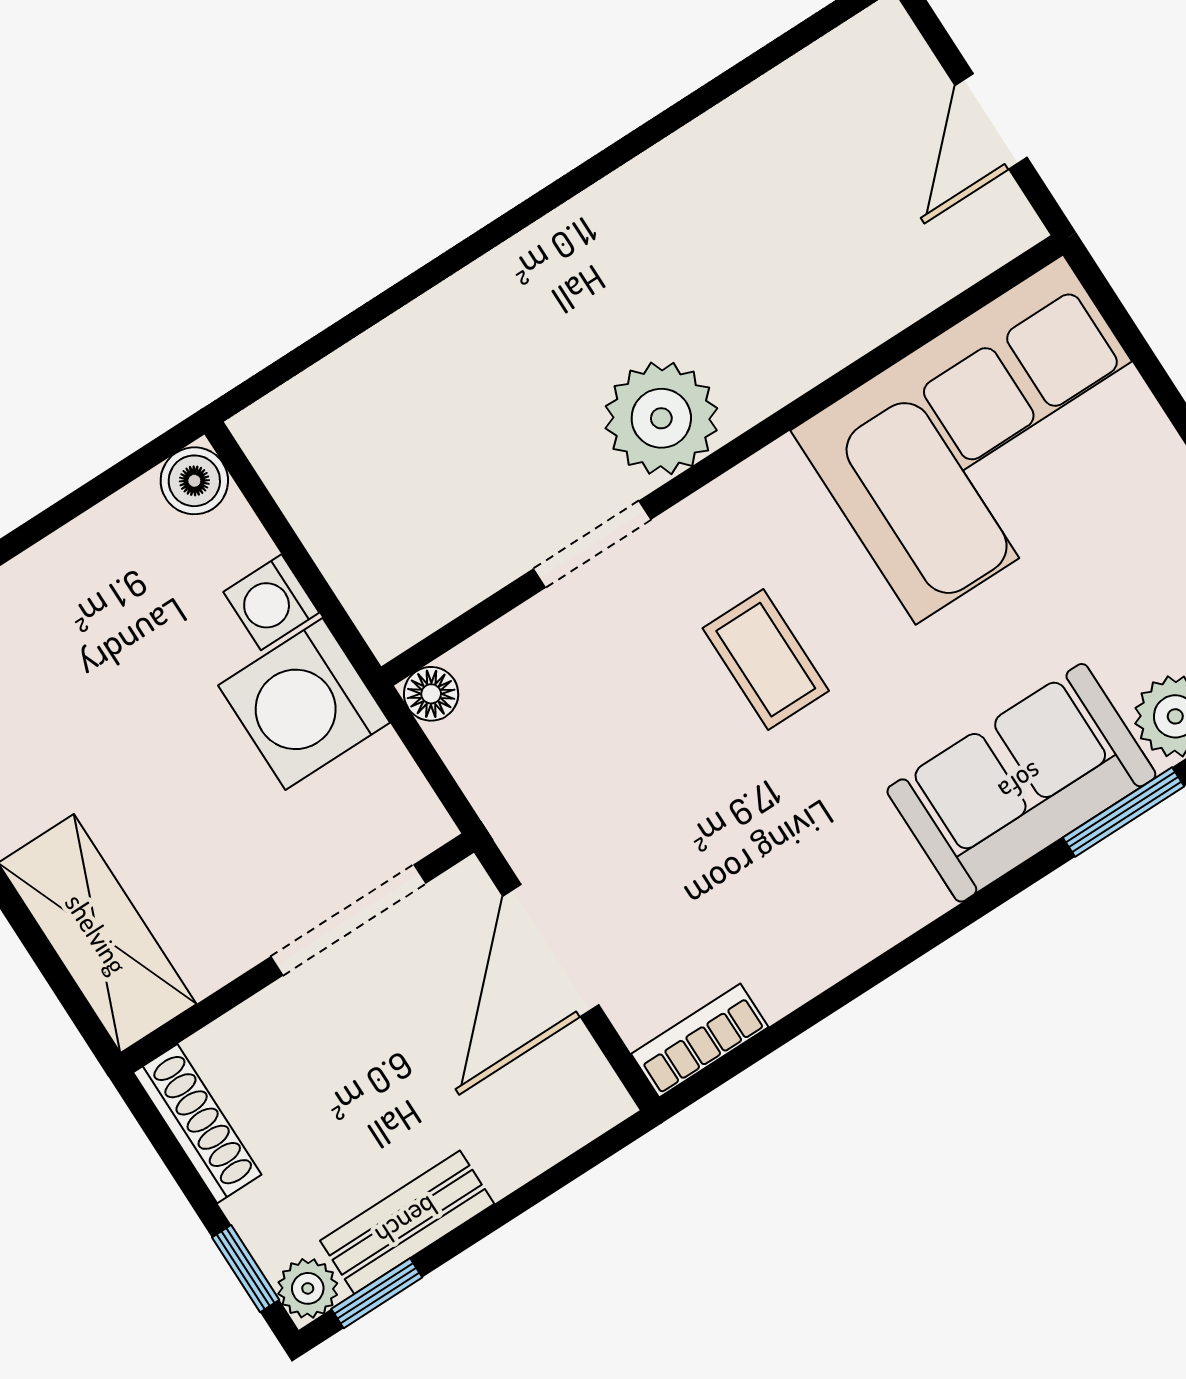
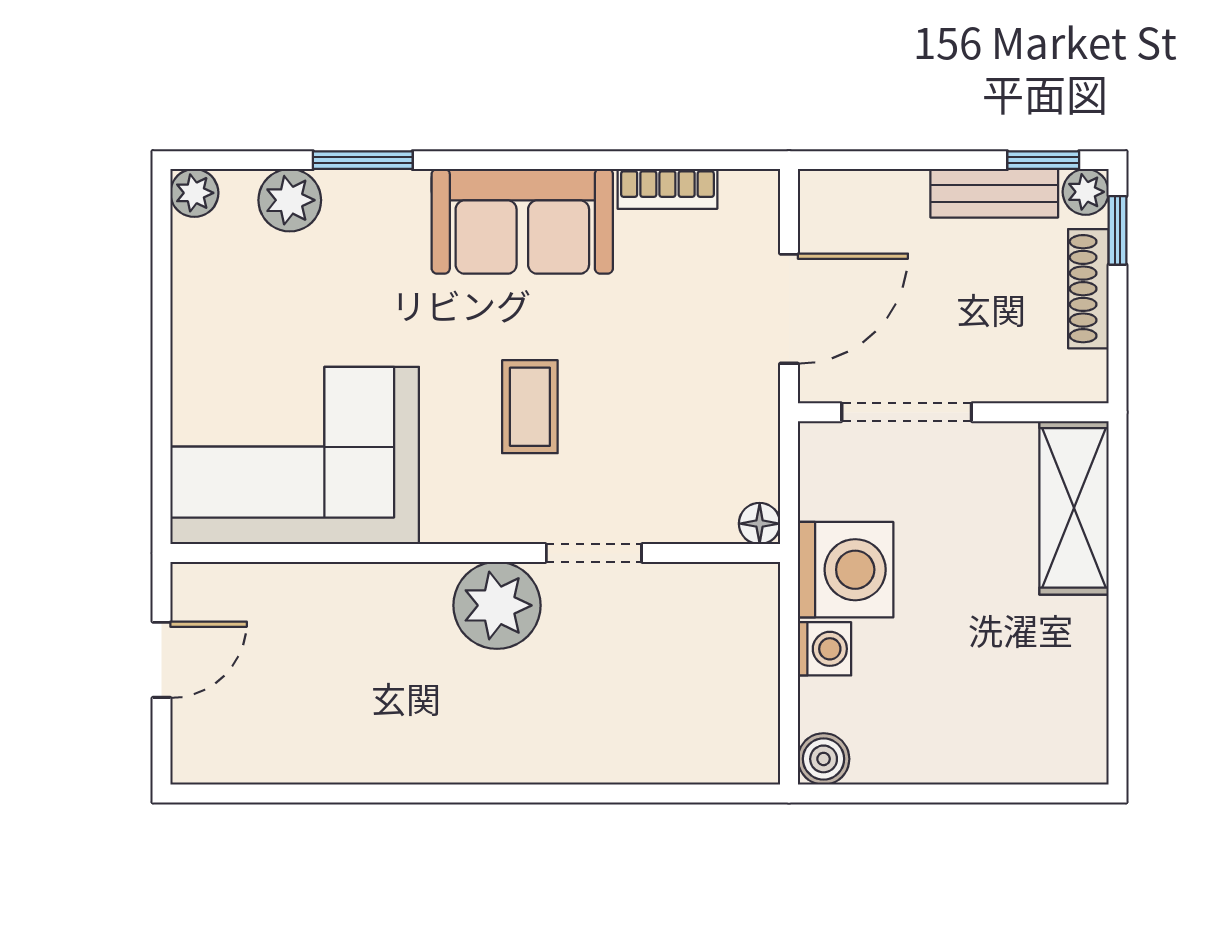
sofa: (1021, 783) -> (522, 221), moved
bookcase: (700, 1041) -> (667, 189), moved
shoe rack: (197, 1124) -> (1088, 289), moved

